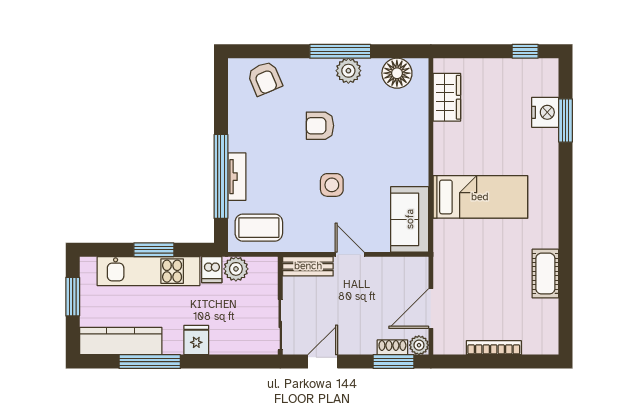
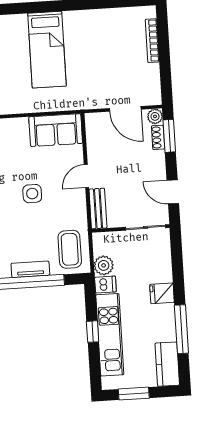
bed: (480, 197) -> (47, 50), moved, turned 180
window: (154, 250) -> (93, 332), width x0.67
cot: (545, 274) -> (92, 20), removed
kitchen counter: (121, 341) -> (167, 364), width x0.67
bookcase: (494, 348) -> (152, 41), moved

